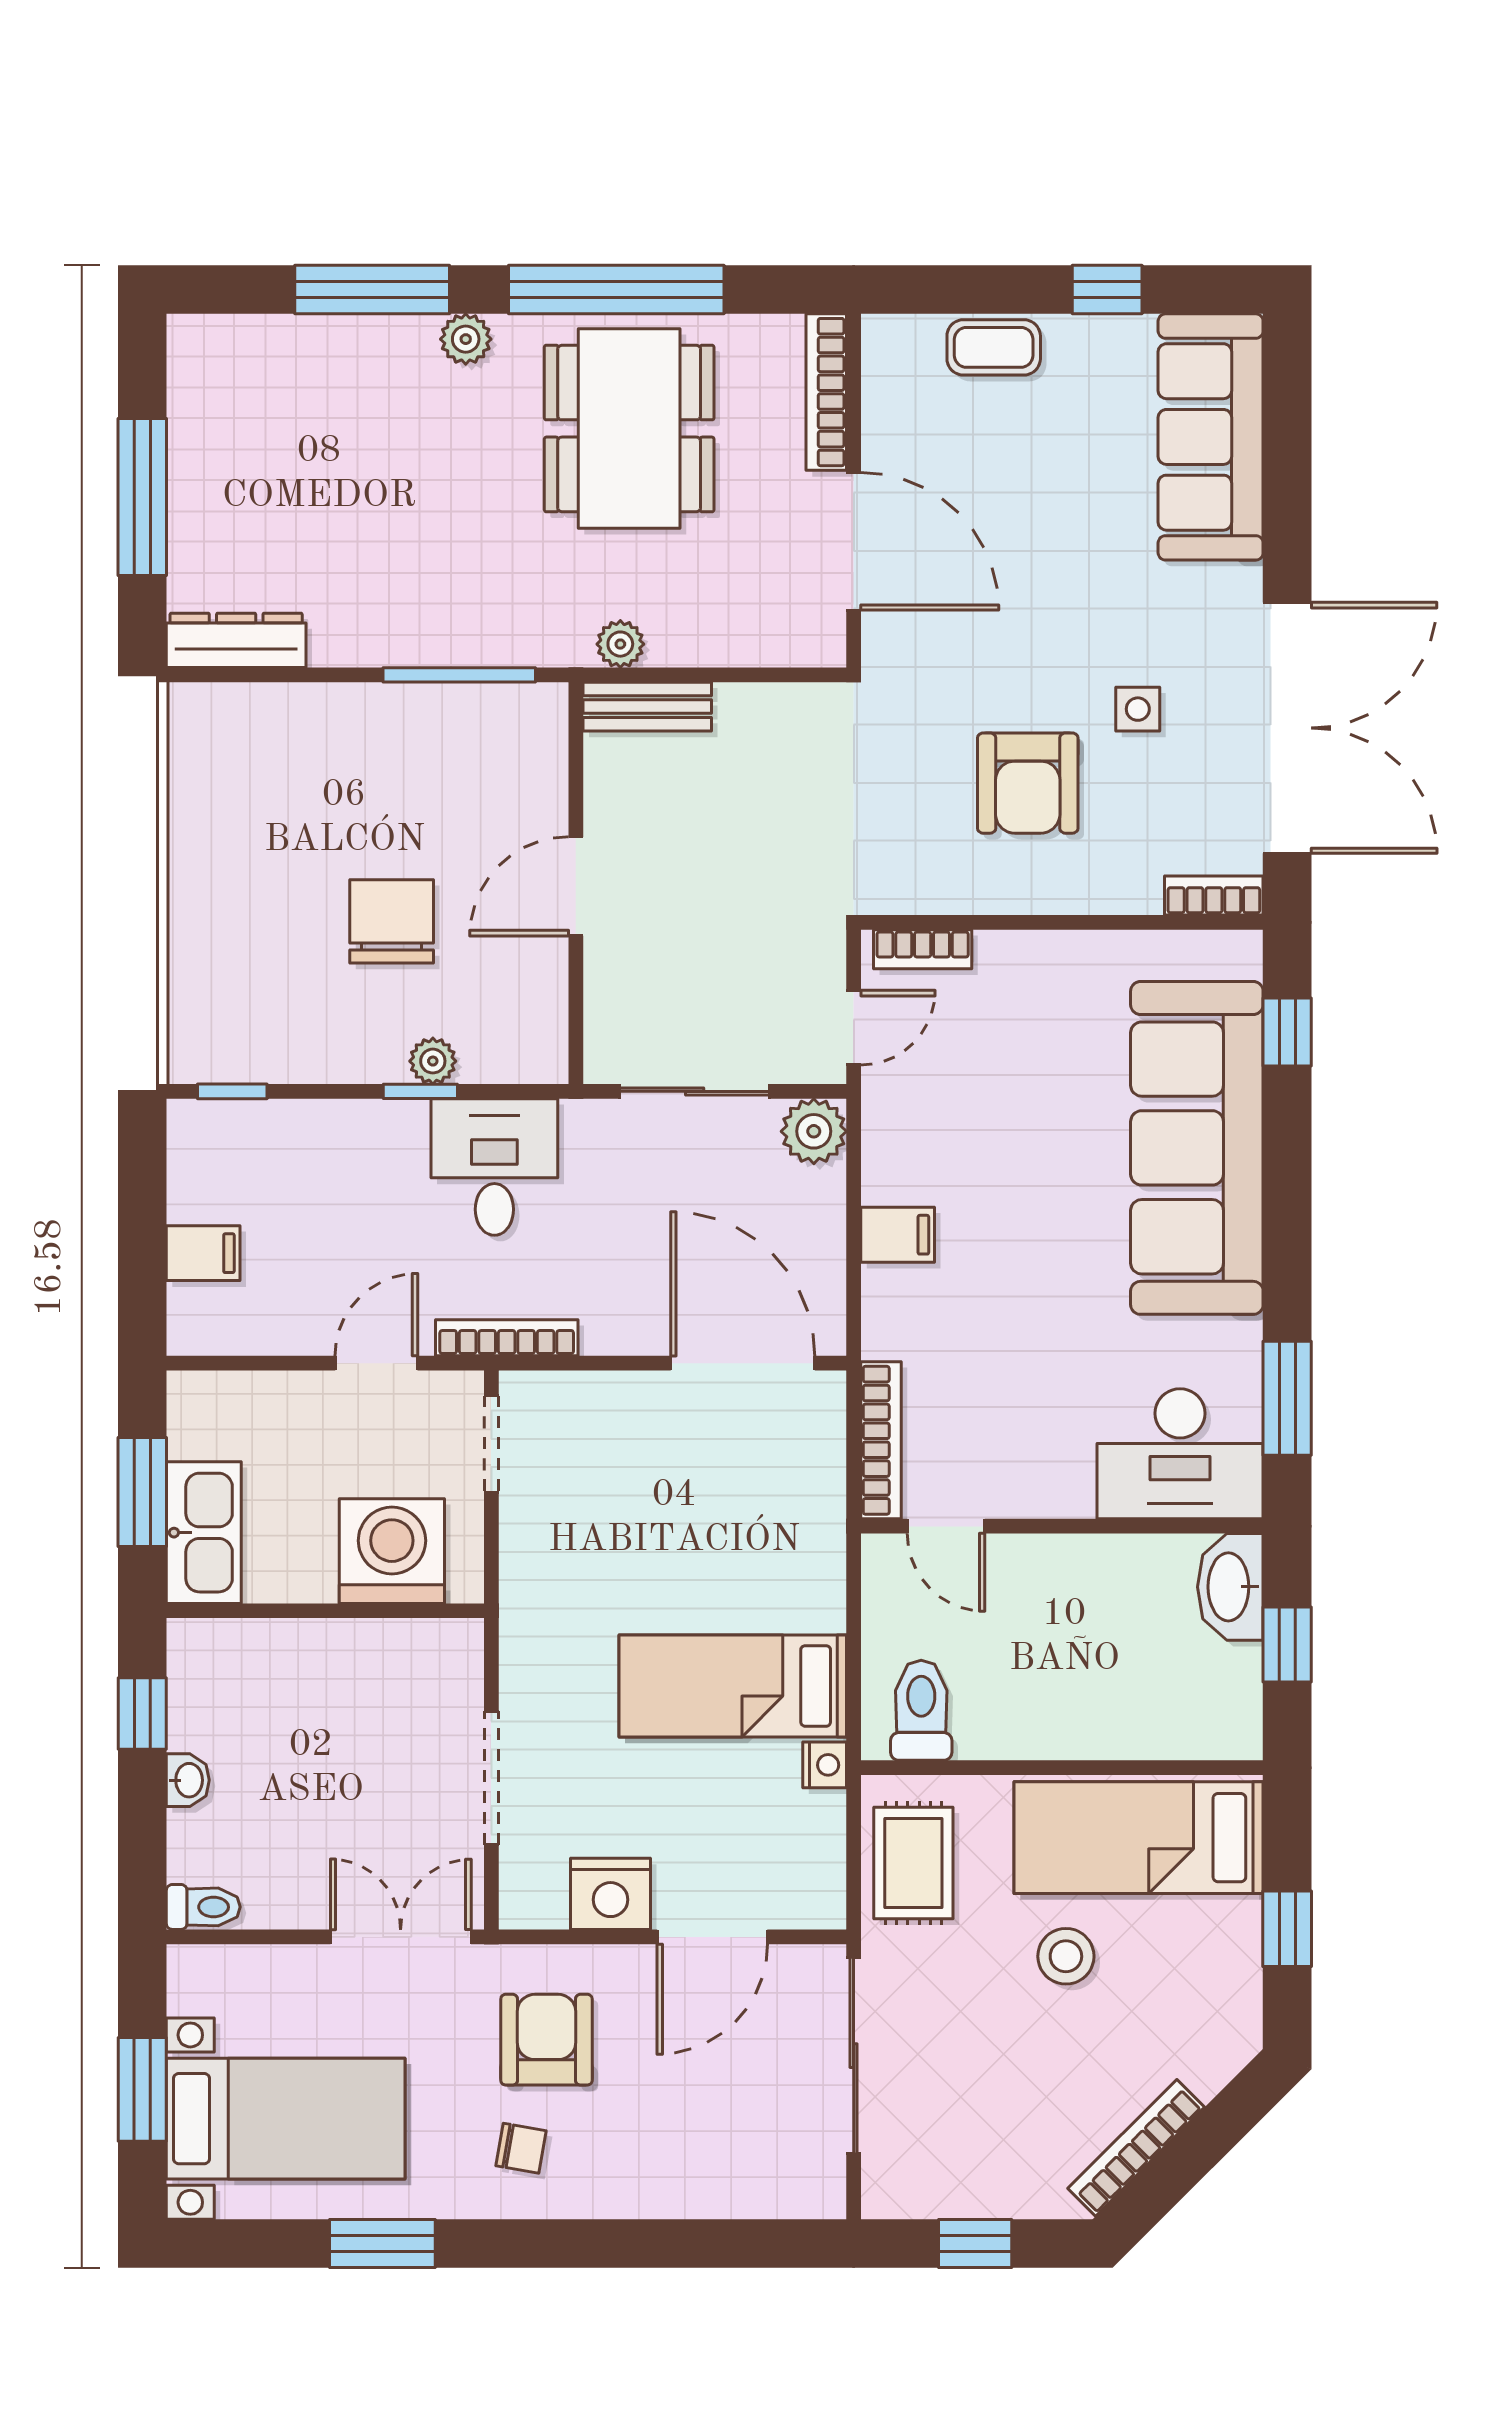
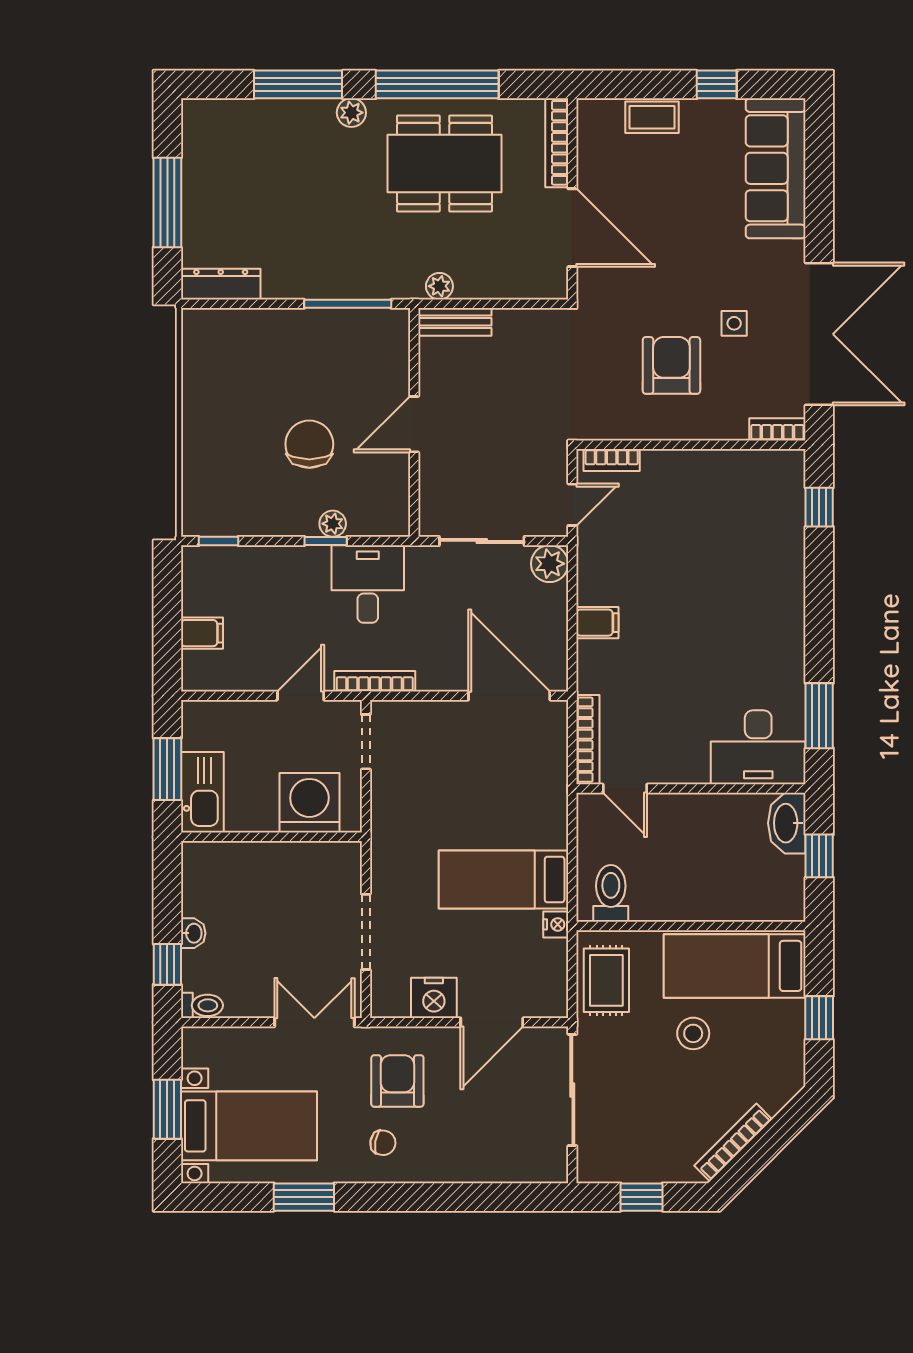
dining table: (629, 428) -> (444, 163), turned 90
armchair: (1028, 783) -> (671, 365), turned 180
sofa: (1197, 1148) -> (768, 573), removed
window: (142, 1714) -> (167, 964), moved

